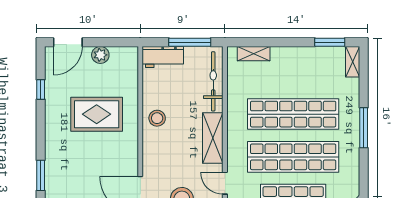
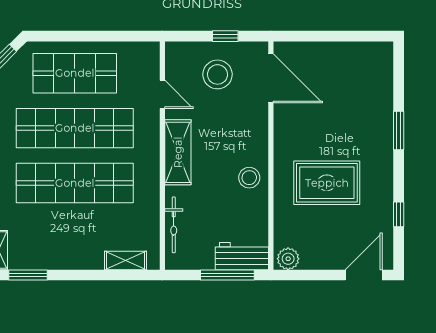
window: (190, 42) -> (227, 275), moved
plant: (100, 55) -> (288, 259), moved
bicycle: (213, 81) -> (174, 225), width x0.73, depth x0.71
window: (41, 175) -> (399, 130), moved

